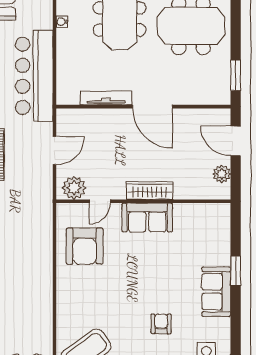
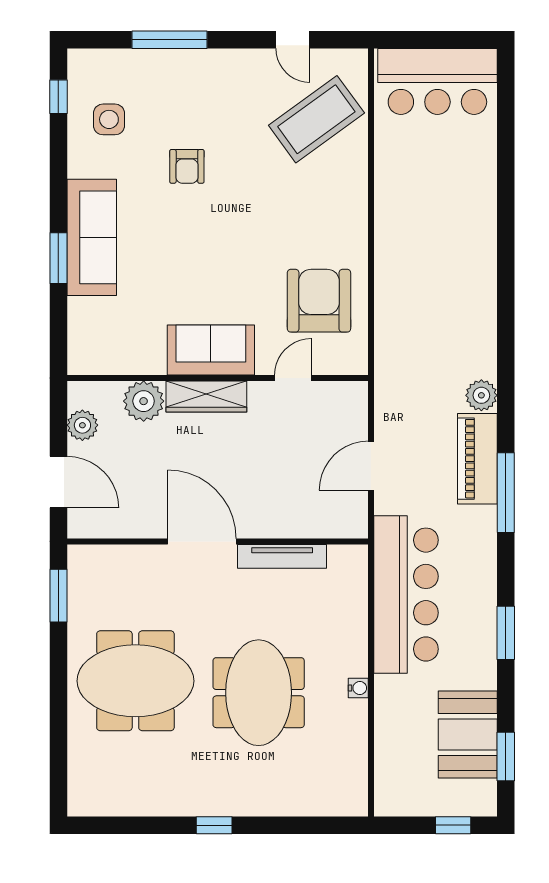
plant: (74, 188) -> (144, 401), moved
sofa: (216, 292) -> (92, 237), width x1.36

